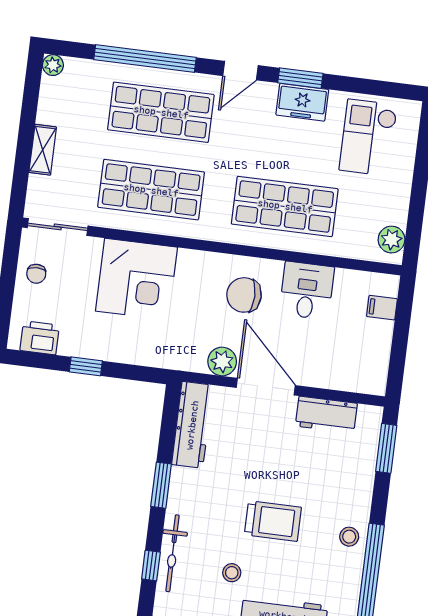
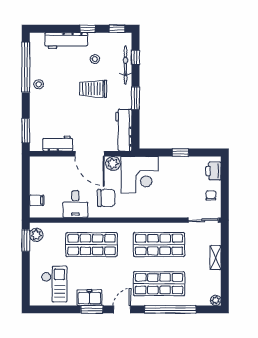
window: (414, 231) -> (26, 240), added
corner desk: (137, 279) -> (140, 175), moved, turned 180
printer: (40, 338) -> (213, 171), moved, turned 90
trolley: (273, 521) -> (93, 89), moved

